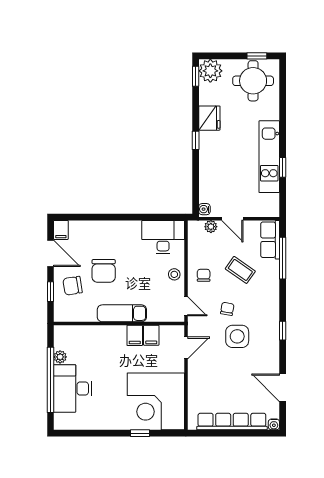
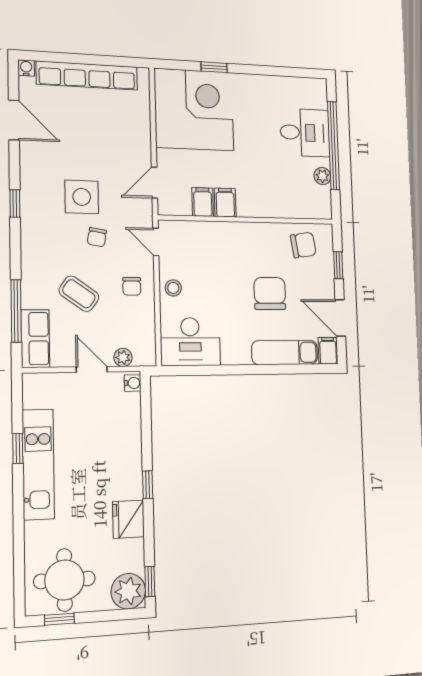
chair: (73, 286) -> (303, 245), moved
exam couch: (122, 313) -> (285, 353), moved, turned 180
desk: (73, 389) -> (305, 133), width x0.73

